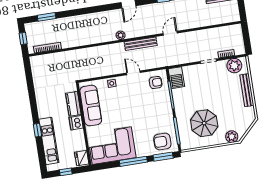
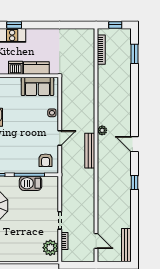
door: (170, 33) -> (96, 241), moved
barbecue: (176, 78) -> (31, 183), moved
bench: (247, 90) -> (22, 257), removed
sofa: (91, 106) -> (37, 86), width x0.73

